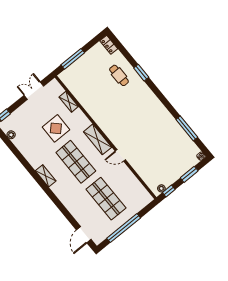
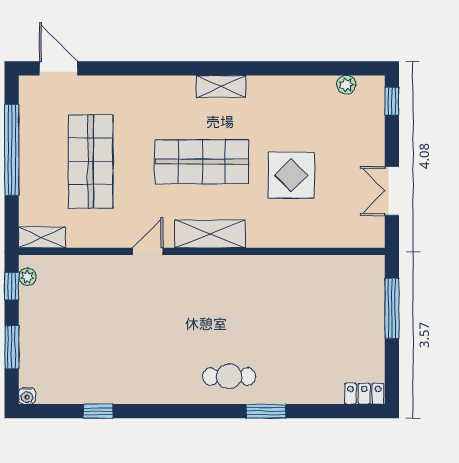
cafe table: (119, 75) -> (229, 376), moved
double door: (34, 91) -> (392, 191), swing flipped
shelving: (69, 102) -> (42, 237), moved
window: (187, 128) -> (98, 411), width x0.46
shop shelf: (106, 199) -> (91, 162), turned 90

